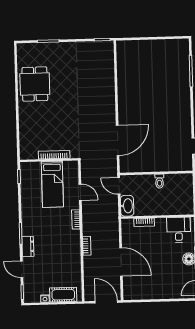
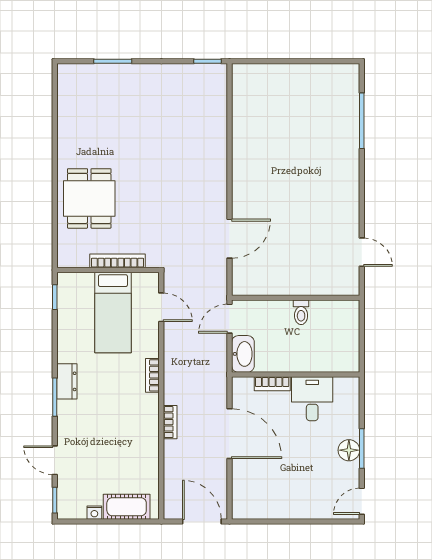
dining table: (35, 84) -> (89, 198), moved
door: (118, 140) -> (230, 239), width x0.73
door: (119, 186) -> (230, 319), hinge flipped
door: (80, 192) -> (161, 307), moved
desk: (179, 230) -> (312, 399), moved
dresser: (28, 246) -> (67, 381), moved
door: (121, 262) -> (230, 434), moved

